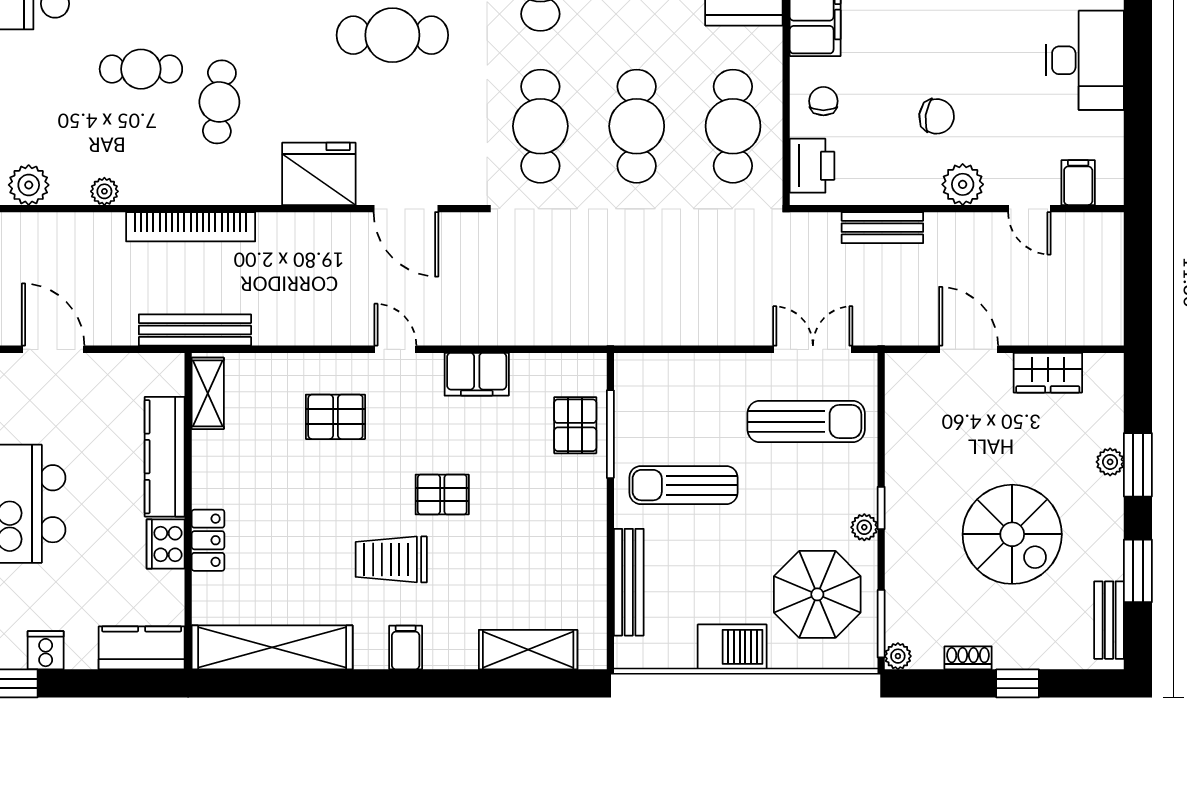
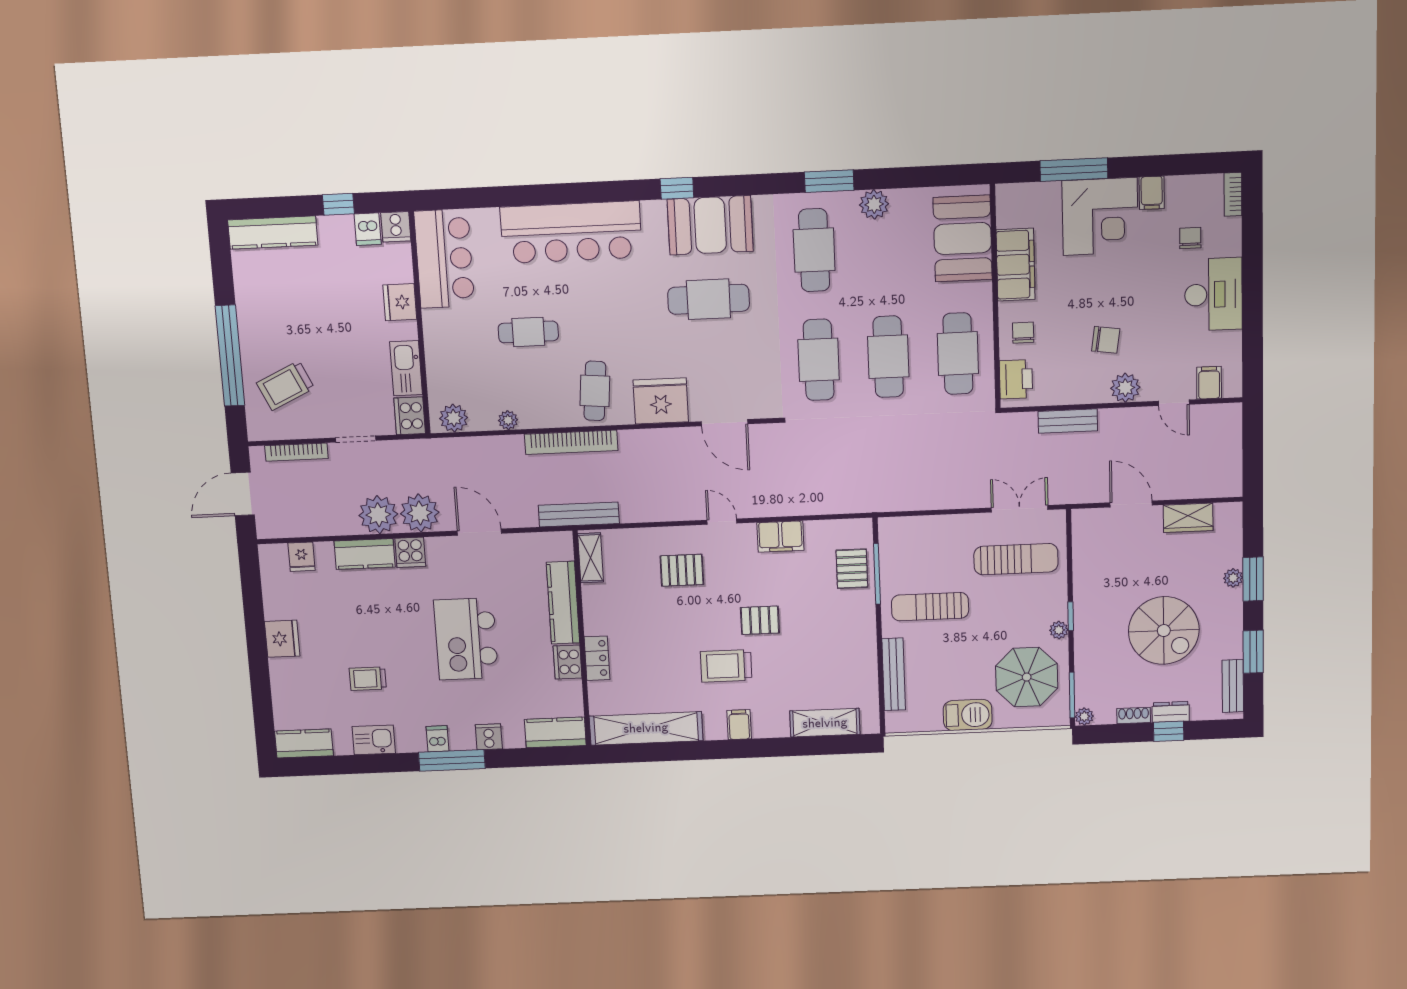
cafe table: (219, 102) -> (595, 391), moved
dresser: (1021, 655) -> (1171, 712), added

